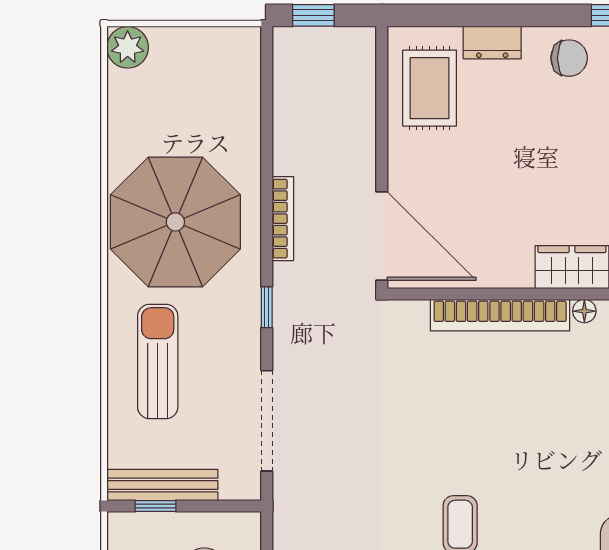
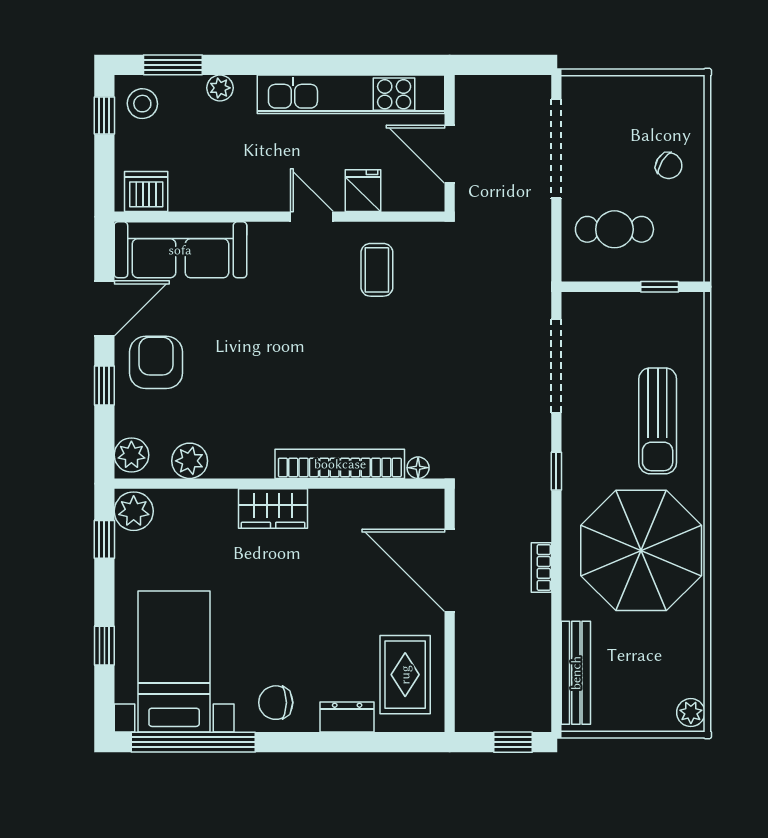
plant: (128, 47) -> (691, 713), width x0.73, depth x0.73
bookcase: (283, 219) -> (541, 567), width x0.64
door: (382, 236) -> (450, 570), moved
floor lamp: (584, 311) -> (418, 468), moved
bench: (162, 485) -> (576, 673), moved, turned 90

